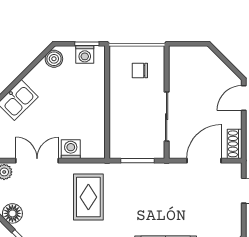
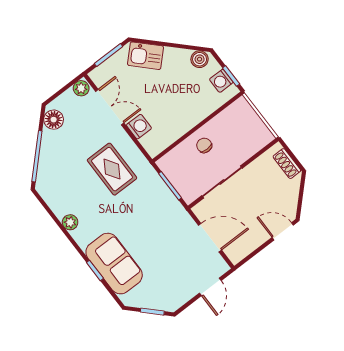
chair: (140, 71) -> (204, 145), moved
shoe rack: (235, 144) -> (287, 164), moved, turned -90
rug: (88, 197) -> (112, 169), turned 90

